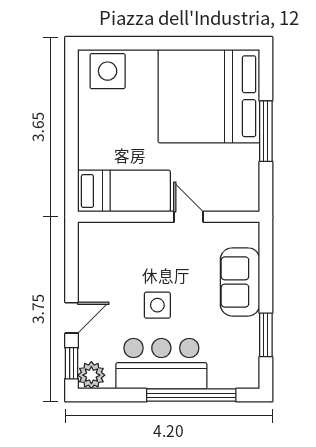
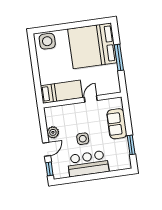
door: (189, 217) -> (91, 99), hinge flipped
plant: (91, 375) -> (53, 132), moved
window: (191, 395) -> (103, 175), removed

